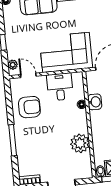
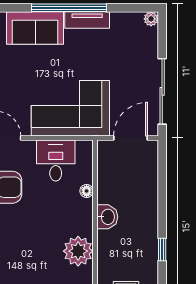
washbasin: (95, 102) -> (107, 217), moved

